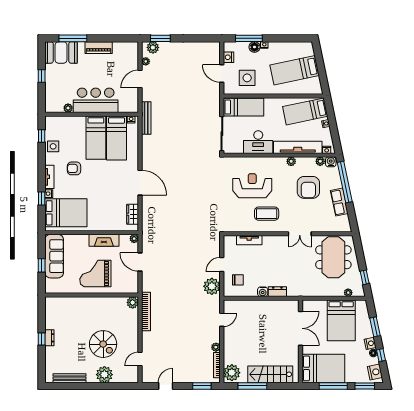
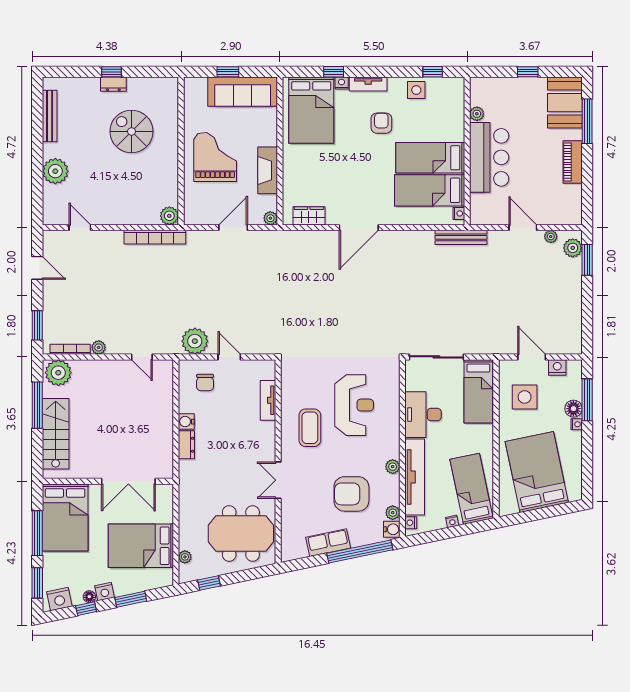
bed: (295, 70) -> (537, 472), width x1.50
door: (222, 73) -> (532, 357), hinge flipped
spiral stairs: (103, 344) -> (132, 131), moved, turned 90

